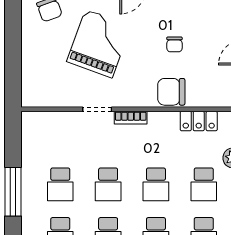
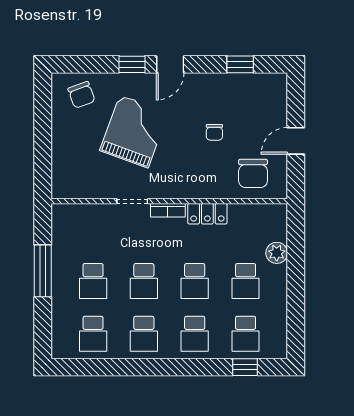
chair: (171, 92) -> (253, 173), moved, turned -90
locker: (199, 121) -> (207, 214), moved
window: (13, 192) -> (43, 271), moved

